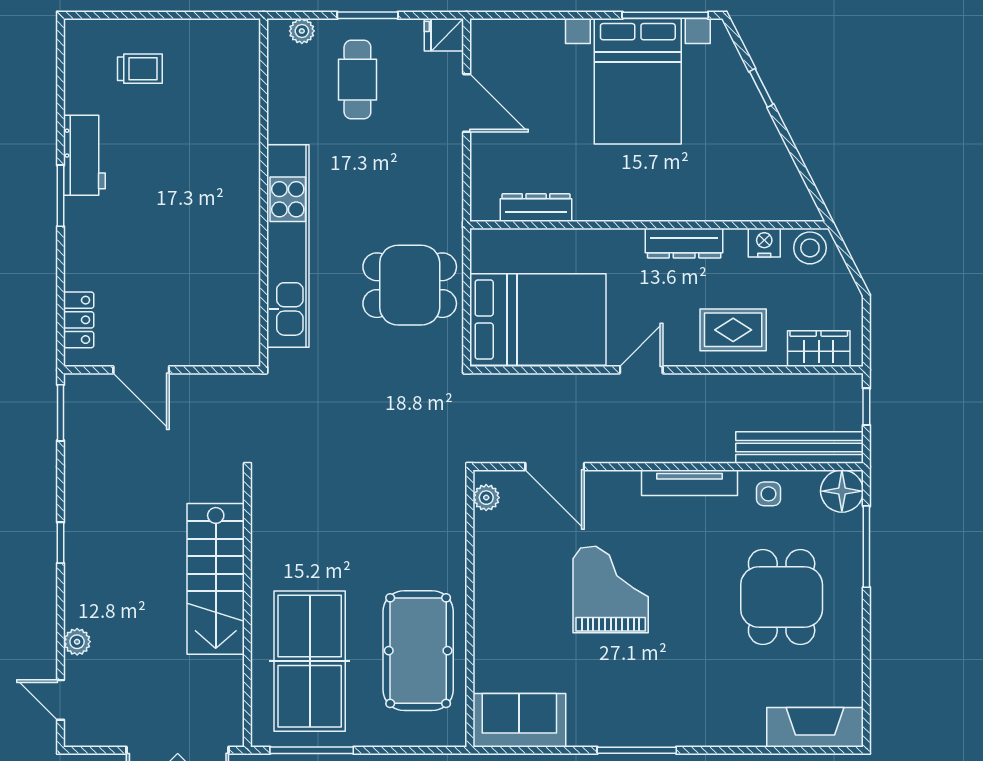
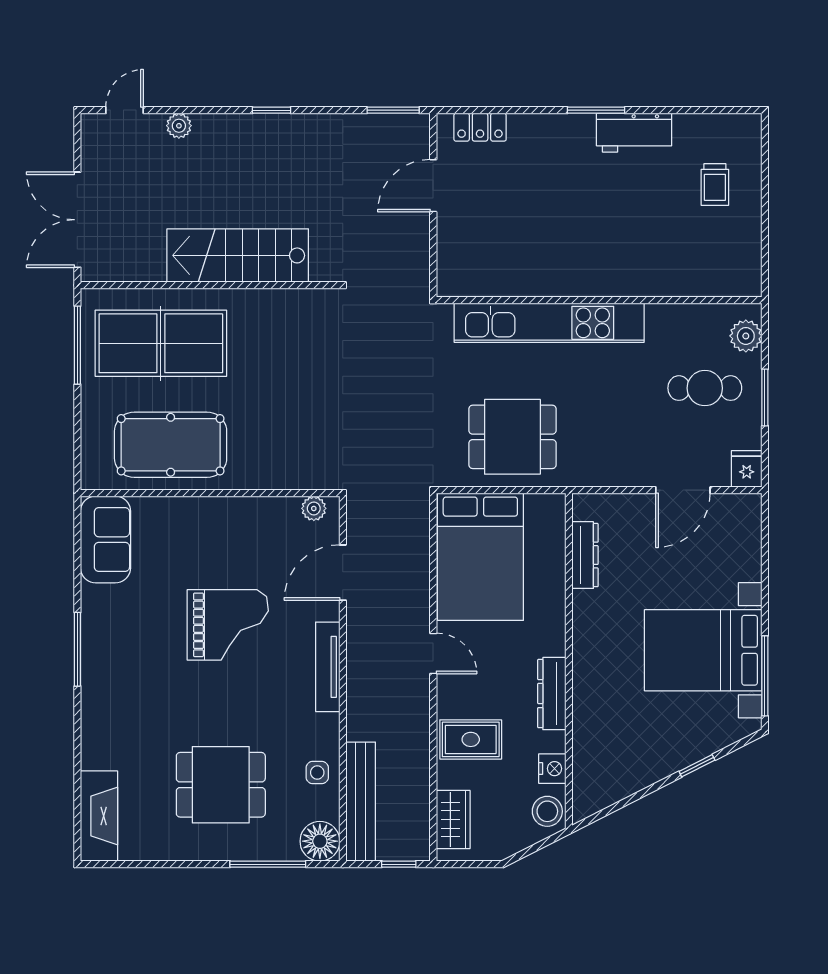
plant: (302, 31) -> (746, 336), width x1.38, depth x1.38
dining table: (410, 285) -> (512, 437), turned 90
rug: (733, 330) -> (471, 739), turned 90
tv unit: (689, 483) -> (328, 667), moved

